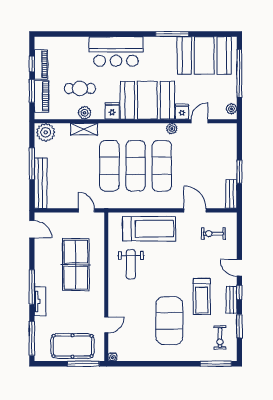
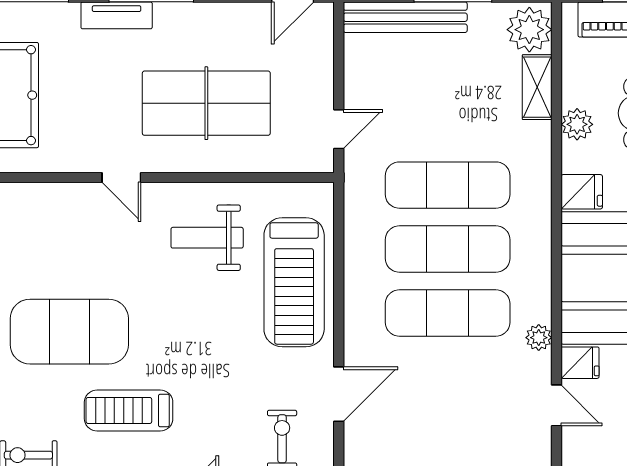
shelving: (84, 129) -> (537, 87), moved
door: (106, 325) -> (121, 178), moved

